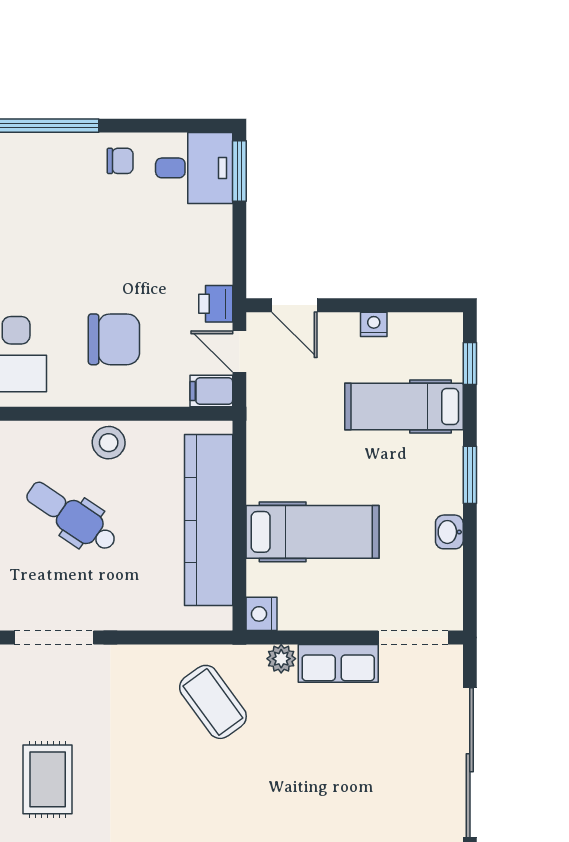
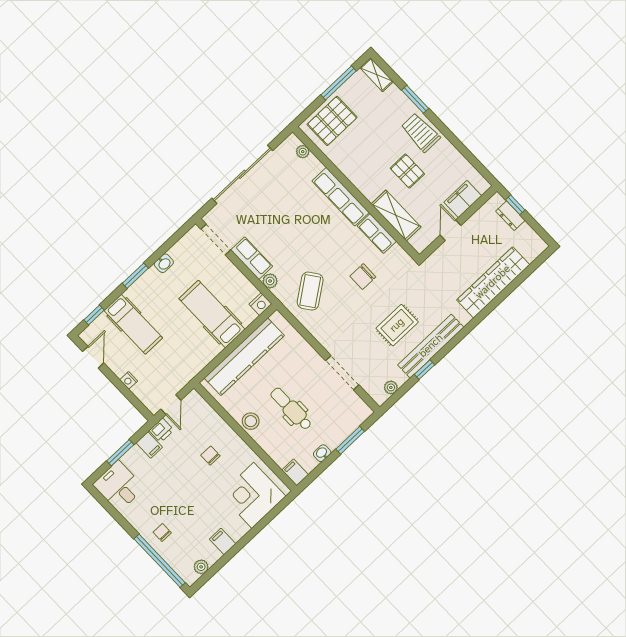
chair: (120, 161) -> (162, 532), moved
window: (239, 171) -> (120, 453), moved
door: (294, 305) -> (93, 357), moved
nightstand: (374, 324) -> (129, 380), moved
chair: (114, 339) -> (210, 456), width x0.54, depth x0.54
filing cabinet: (211, 391) -> (149, 445), moved
dental chair: (72, 516) -> (291, 409), turned 146
chair: (163, 796) -> (363, 277), added

